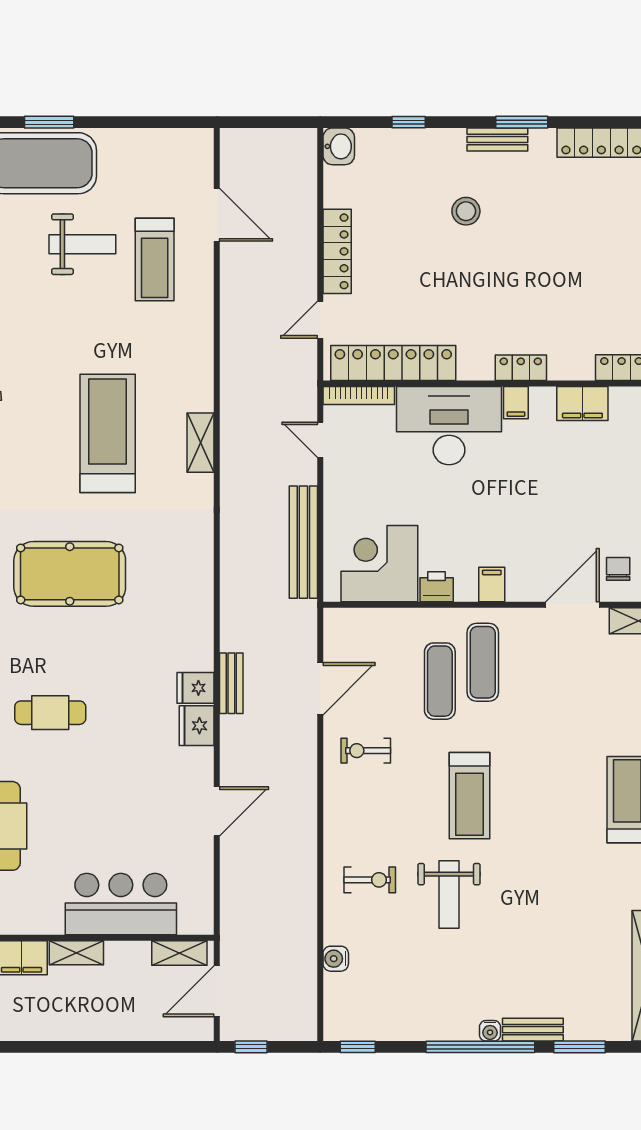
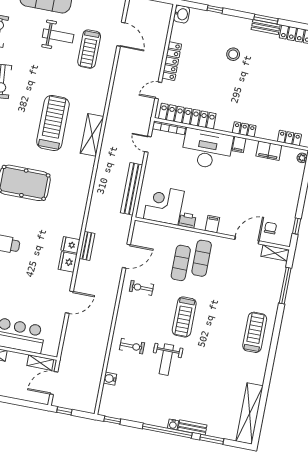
bench: (497, 140) -> (266, 27), moved
shelving: (201, 443) -> (92, 135), width x1.50, depth x1.33

